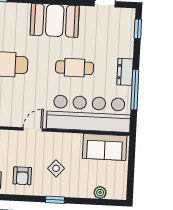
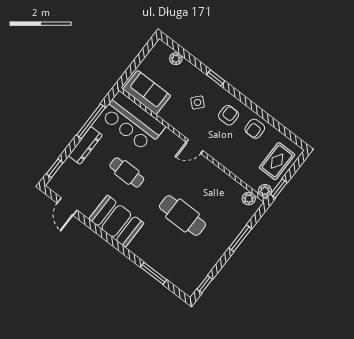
dresser: (125, 72) -> (85, 145), width x1.44
bar counter: (89, 114) -> (132, 121), width x0.73

